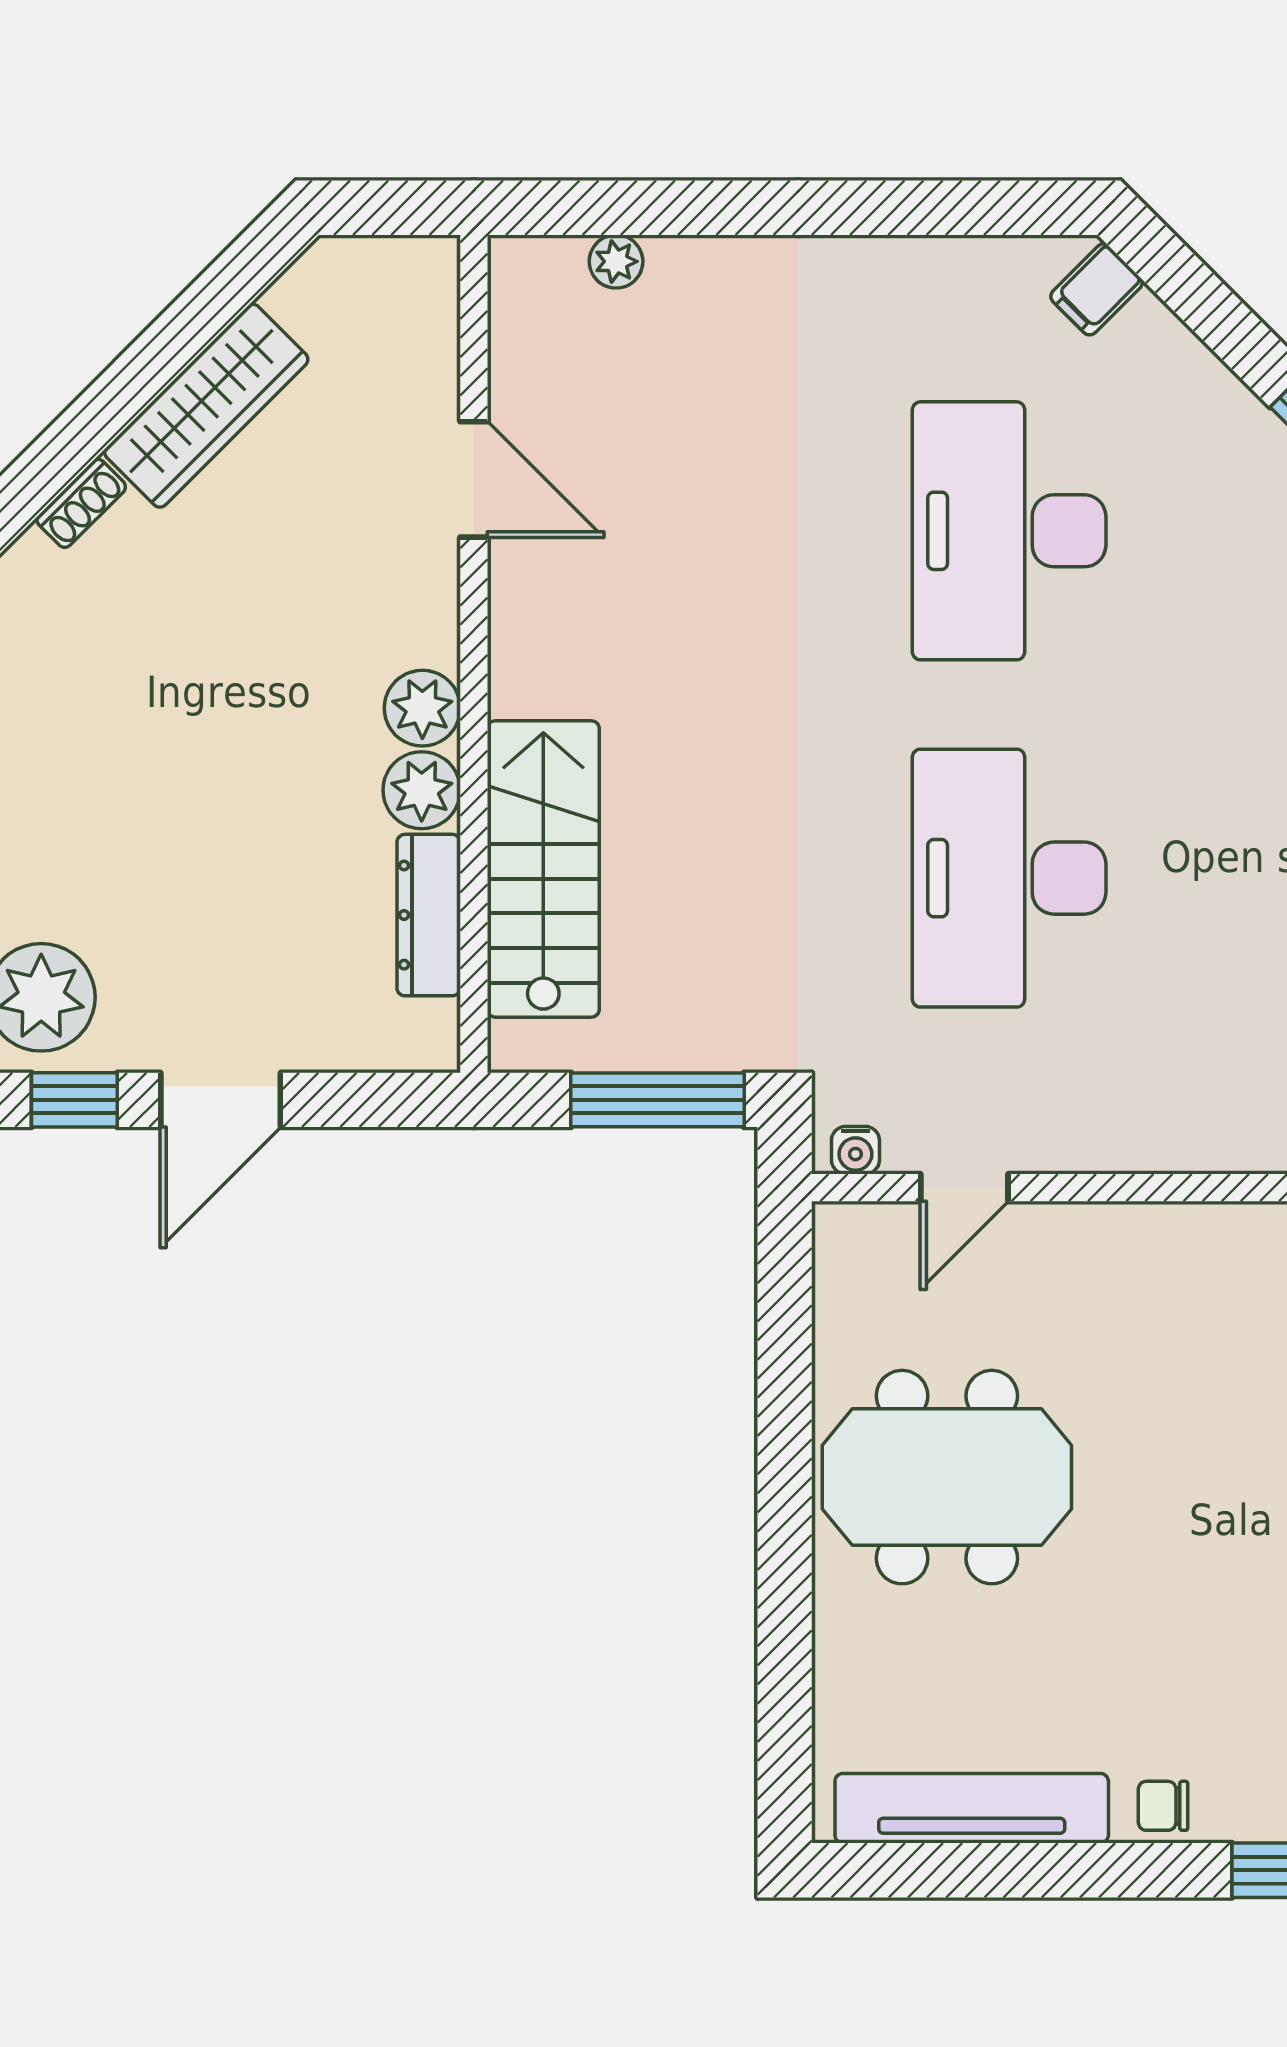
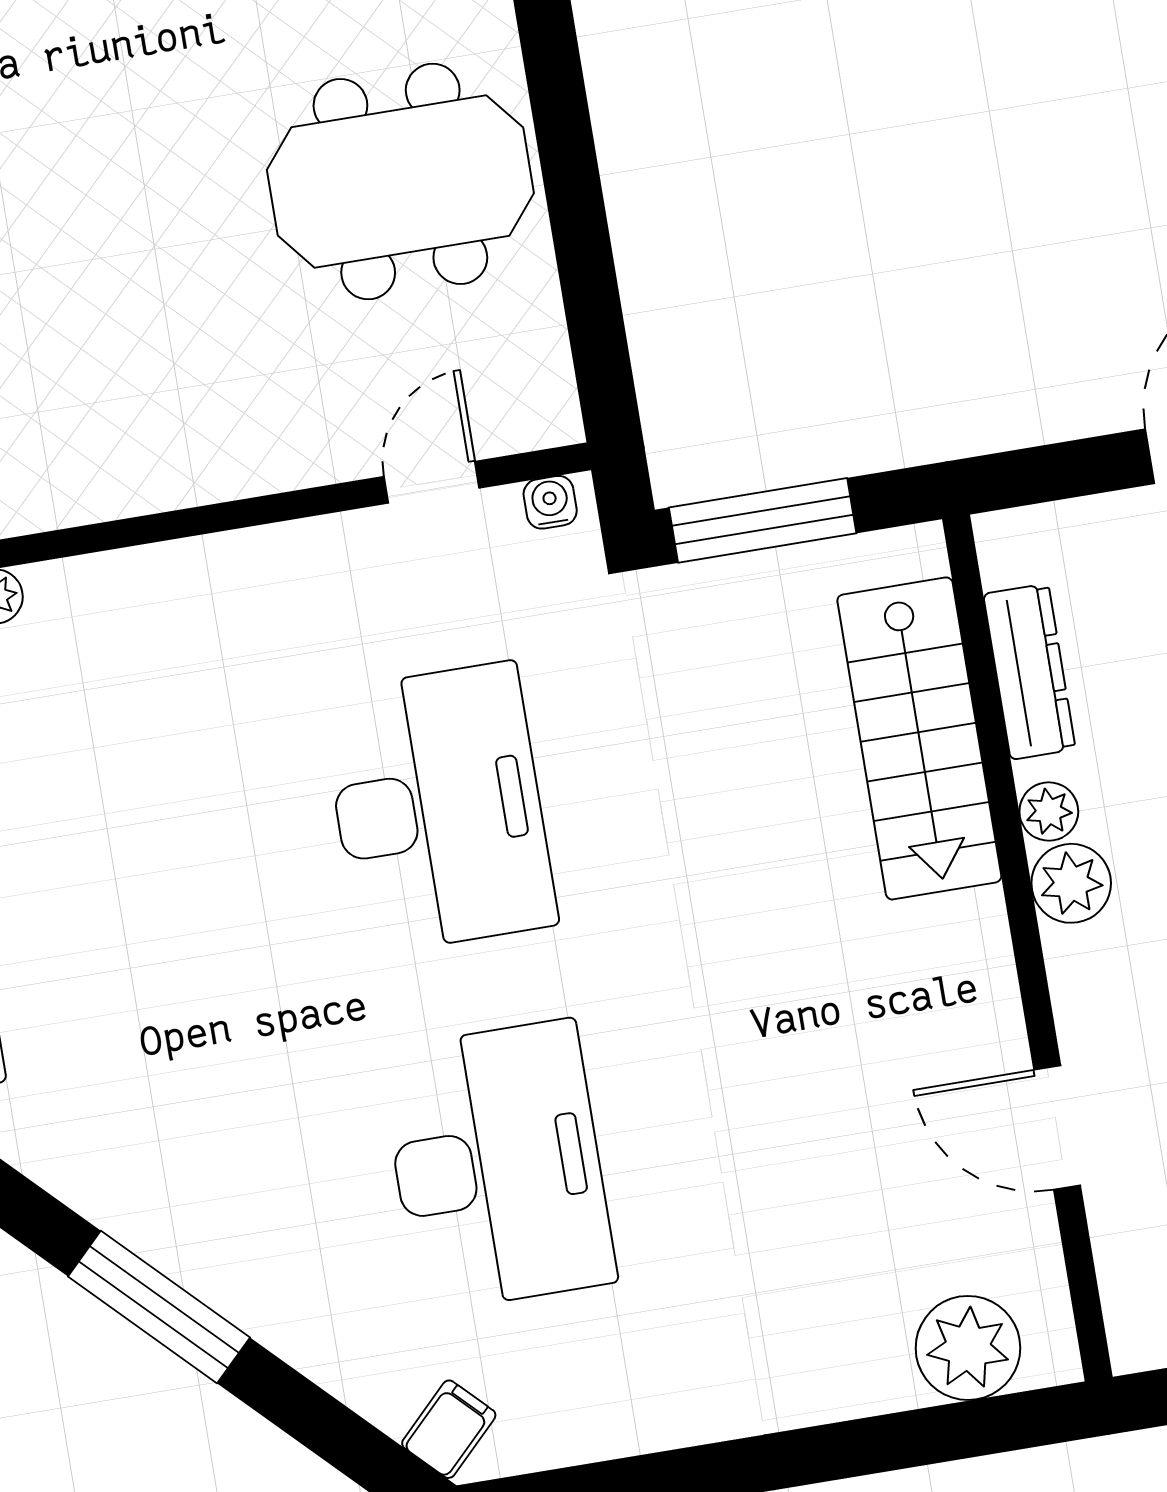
plant: (616, 261) -> (968, 1348), width x1.88, depth x1.88
plant: (422, 790) -> (1049, 811), width x0.73, depth x0.73

